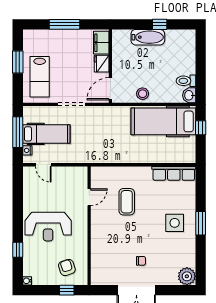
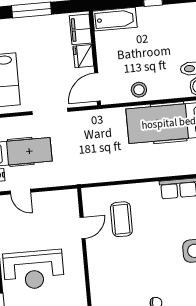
bathtub: (148, 37) -> (115, 19), moved
coffee table: (127, 202) -> (121, 219), moved

